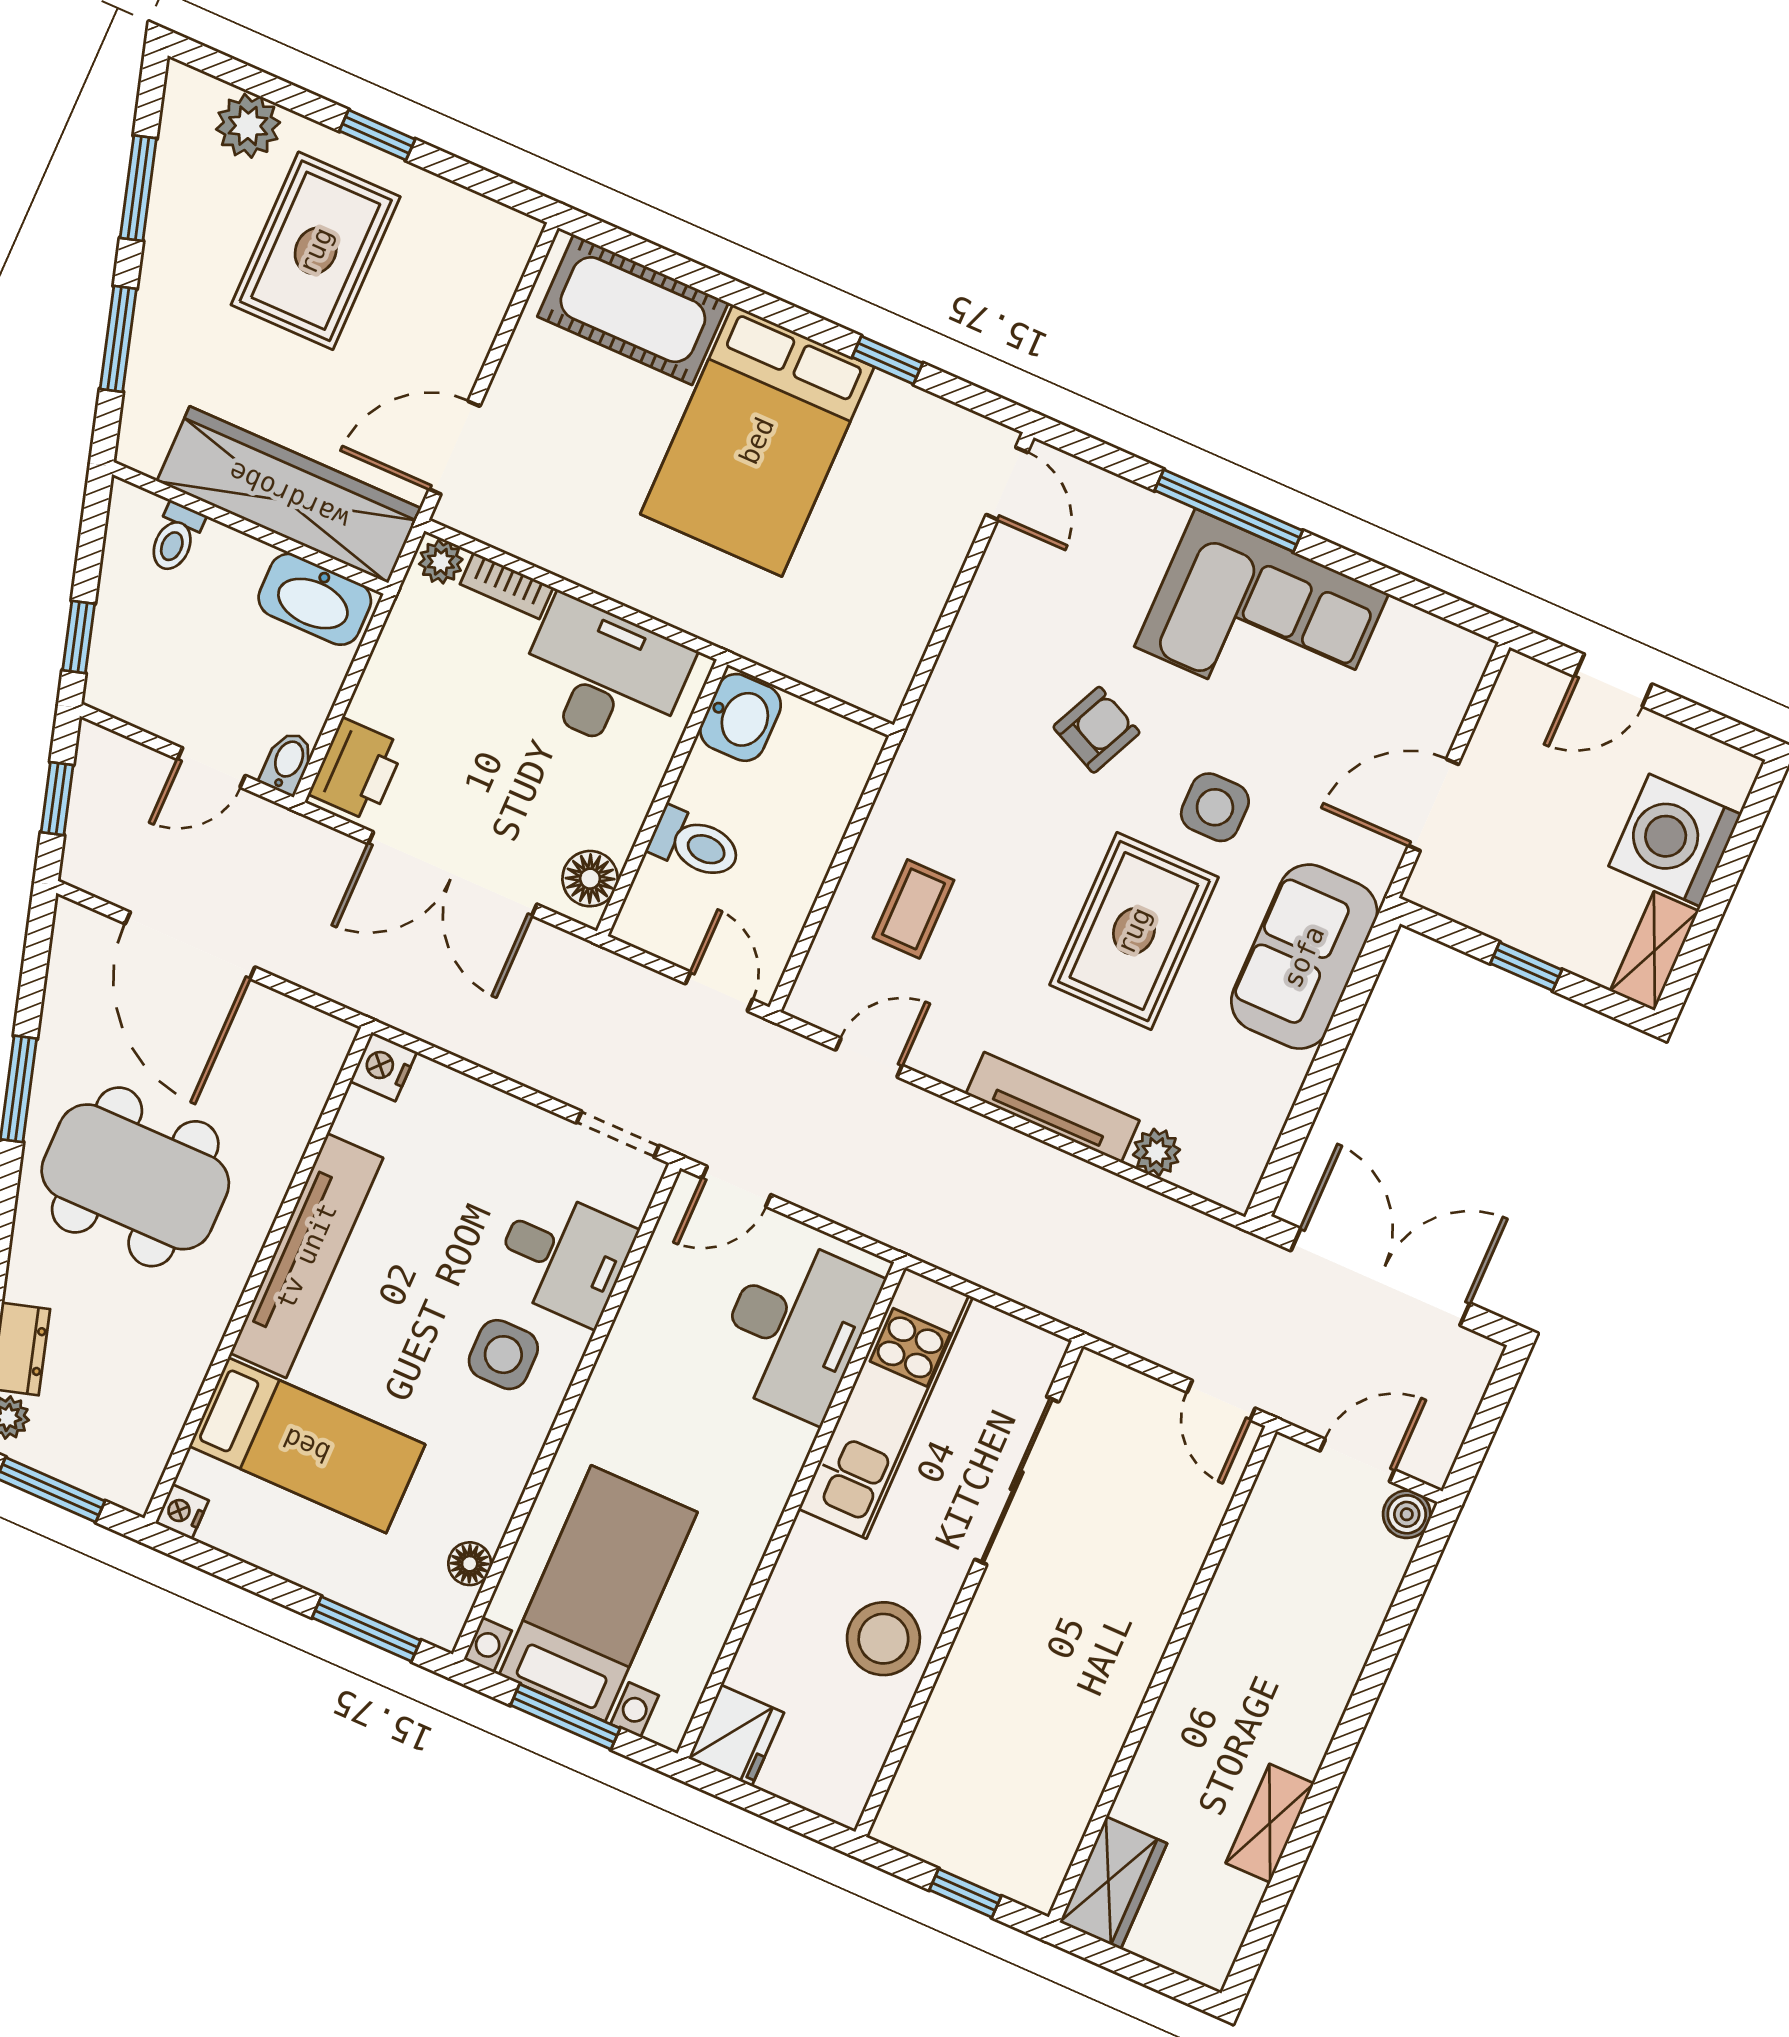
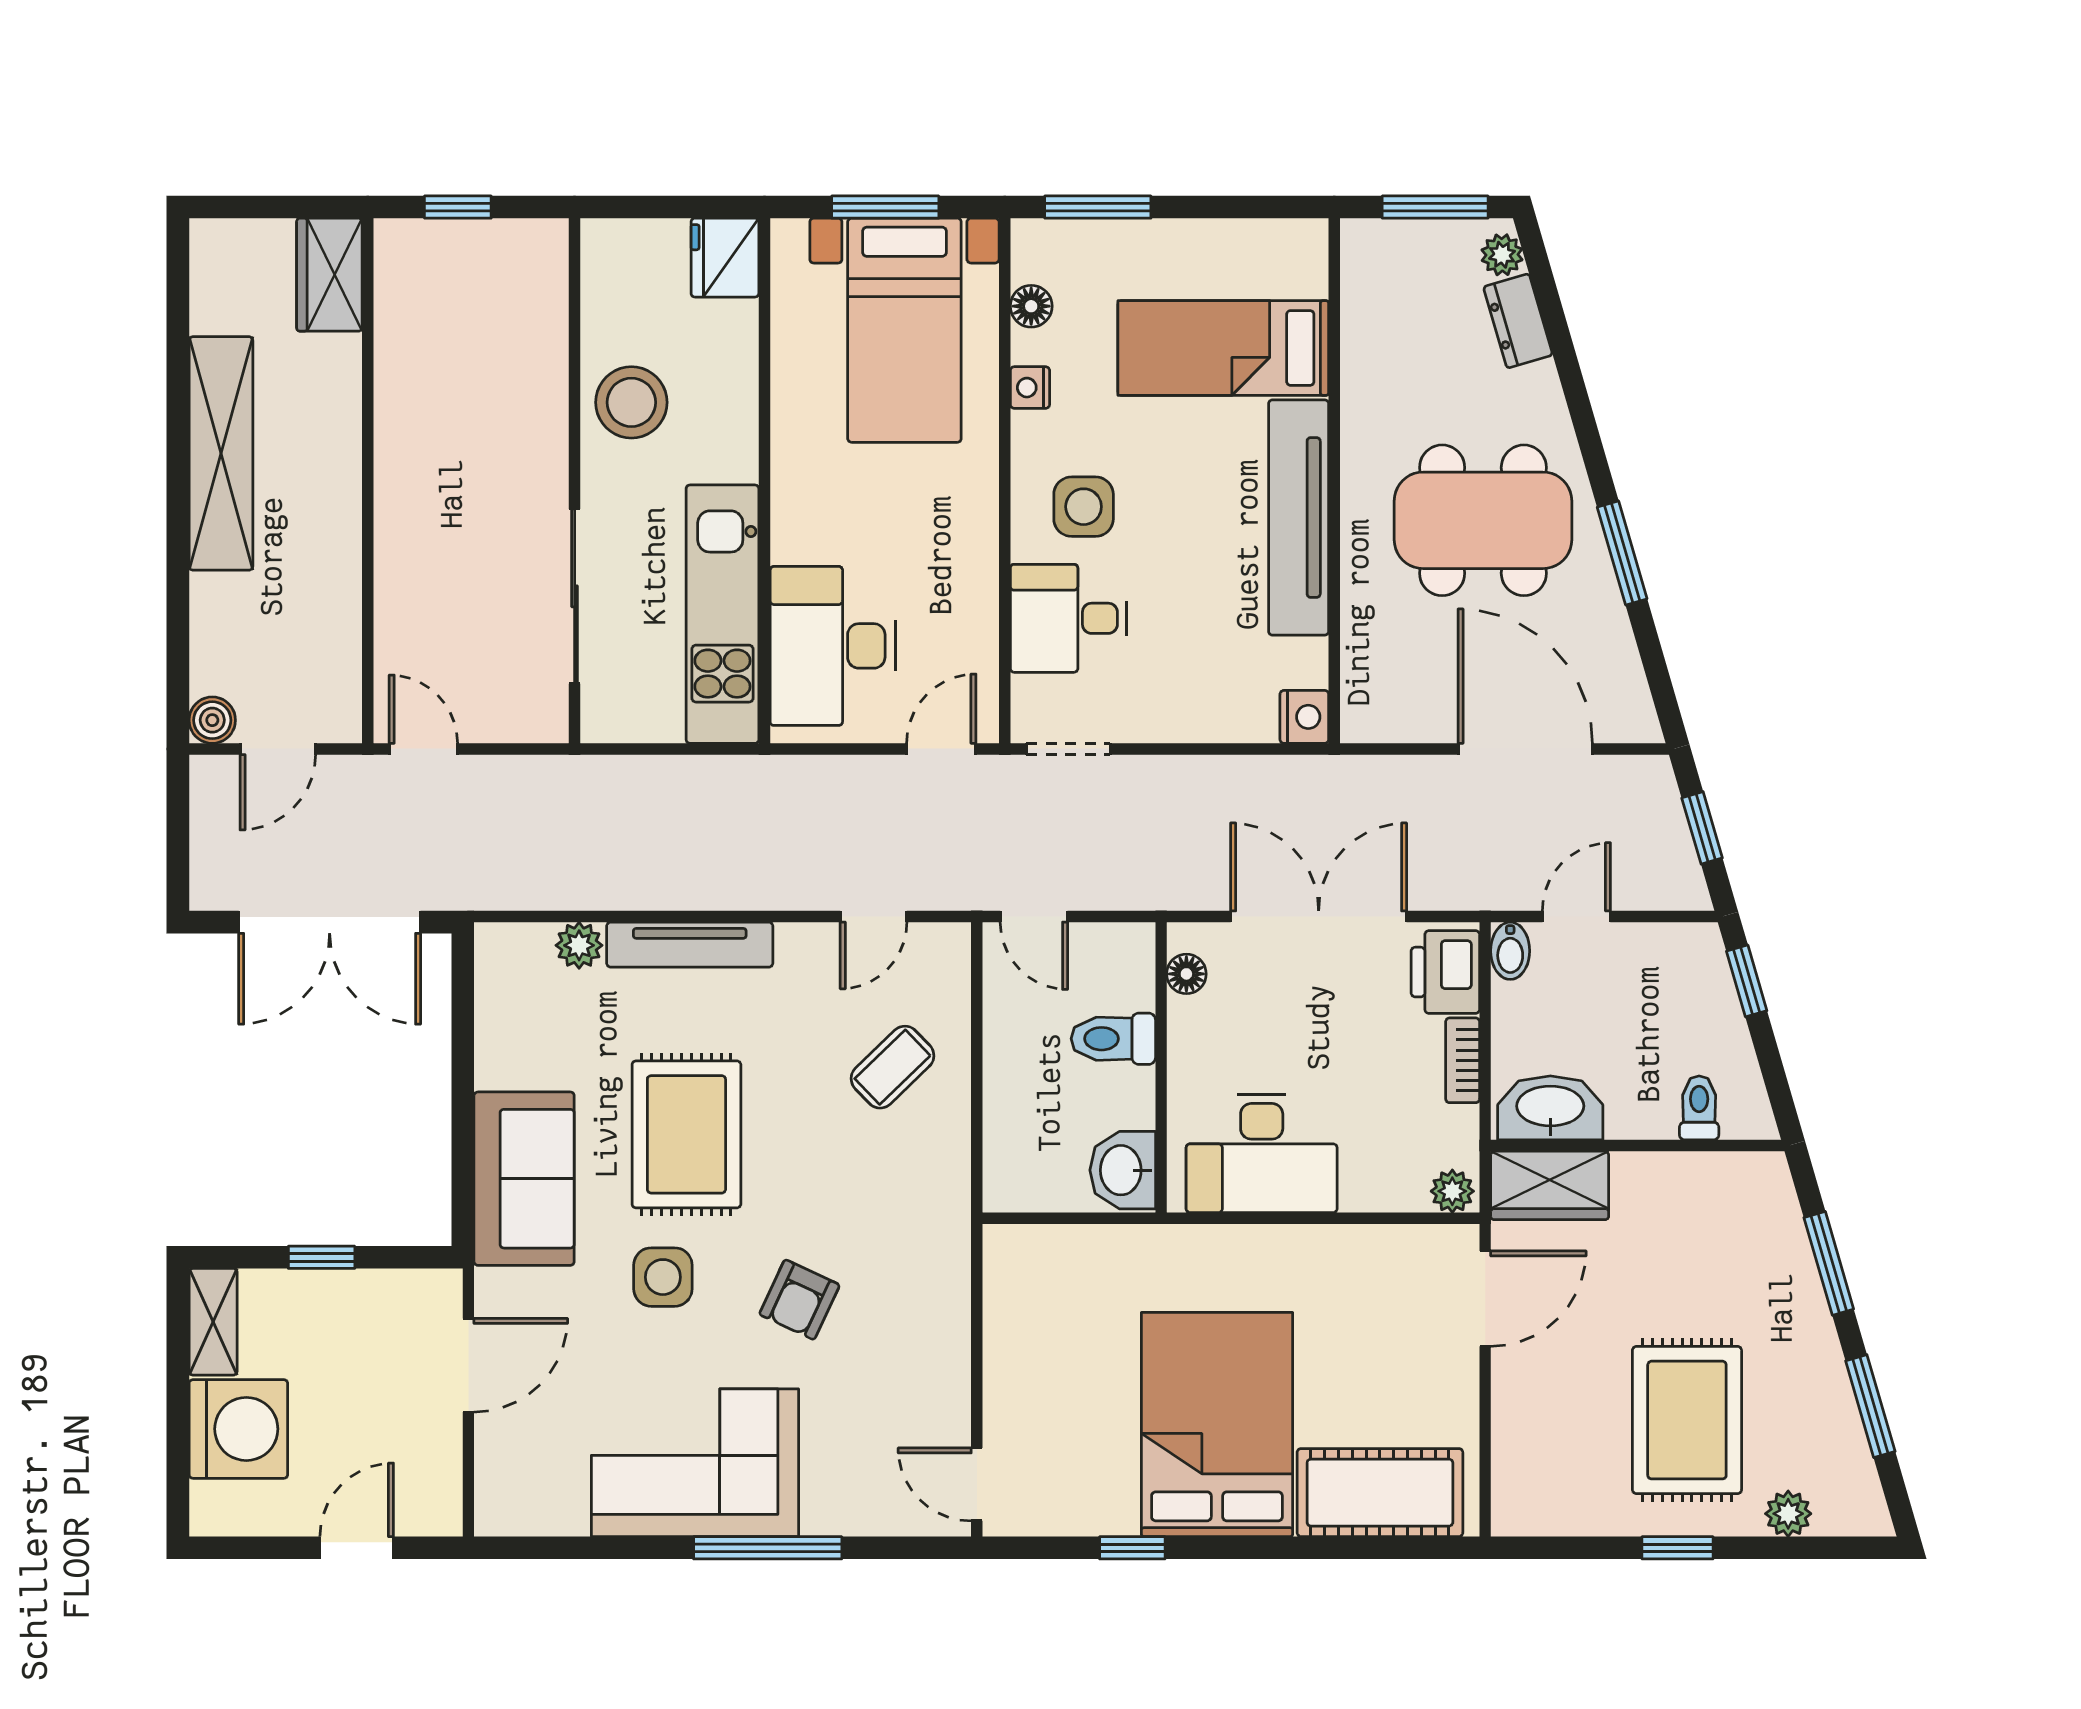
plant: (248, 126) -> (1788, 1514), width x0.73, depth x0.73
wardrobe: (289, 495) -> (1550, 1185), width x0.48, depth x0.85
bookcase: (507, 586) -> (1463, 1060), moved, turned -90
floor lamp: (590, 879) -> (1186, 974), width x0.73, depth x0.73
coffee table: (913, 909) -> (892, 1067), turned 46
nightstand: (182, 1512) -> (1030, 388), moved, turned 180
shelving: (1270, 1823) -> (221, 453), width x2.20, depth x1.33

